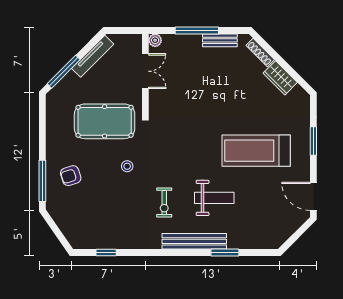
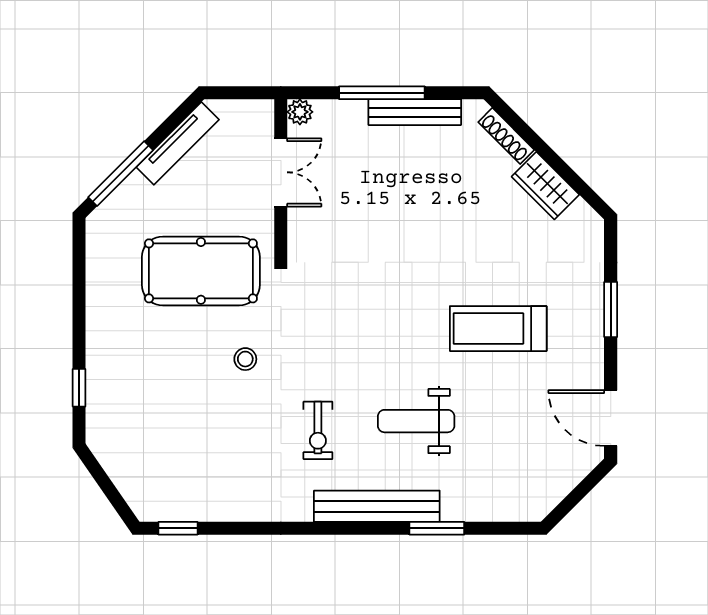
bench: (220, 40) -> (415, 112), width x1.36
treadmill: (256, 151) -> (498, 329), width x0.73, depth x0.73
armchair: (71, 176) -> (135, 377), removed
window: (42, 181) -> (79, 388), width x0.46
weight bench: (214, 198) -> (416, 421), turned 180
window: (106, 253) -> (178, 528), moved

